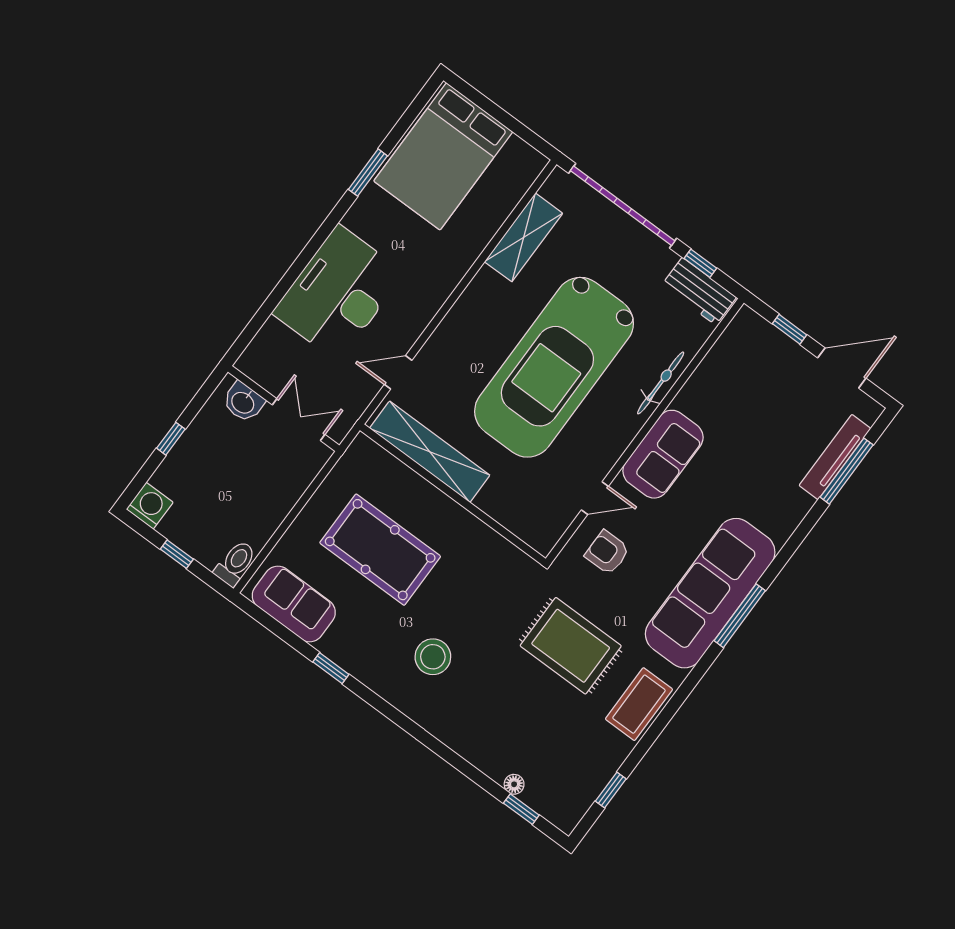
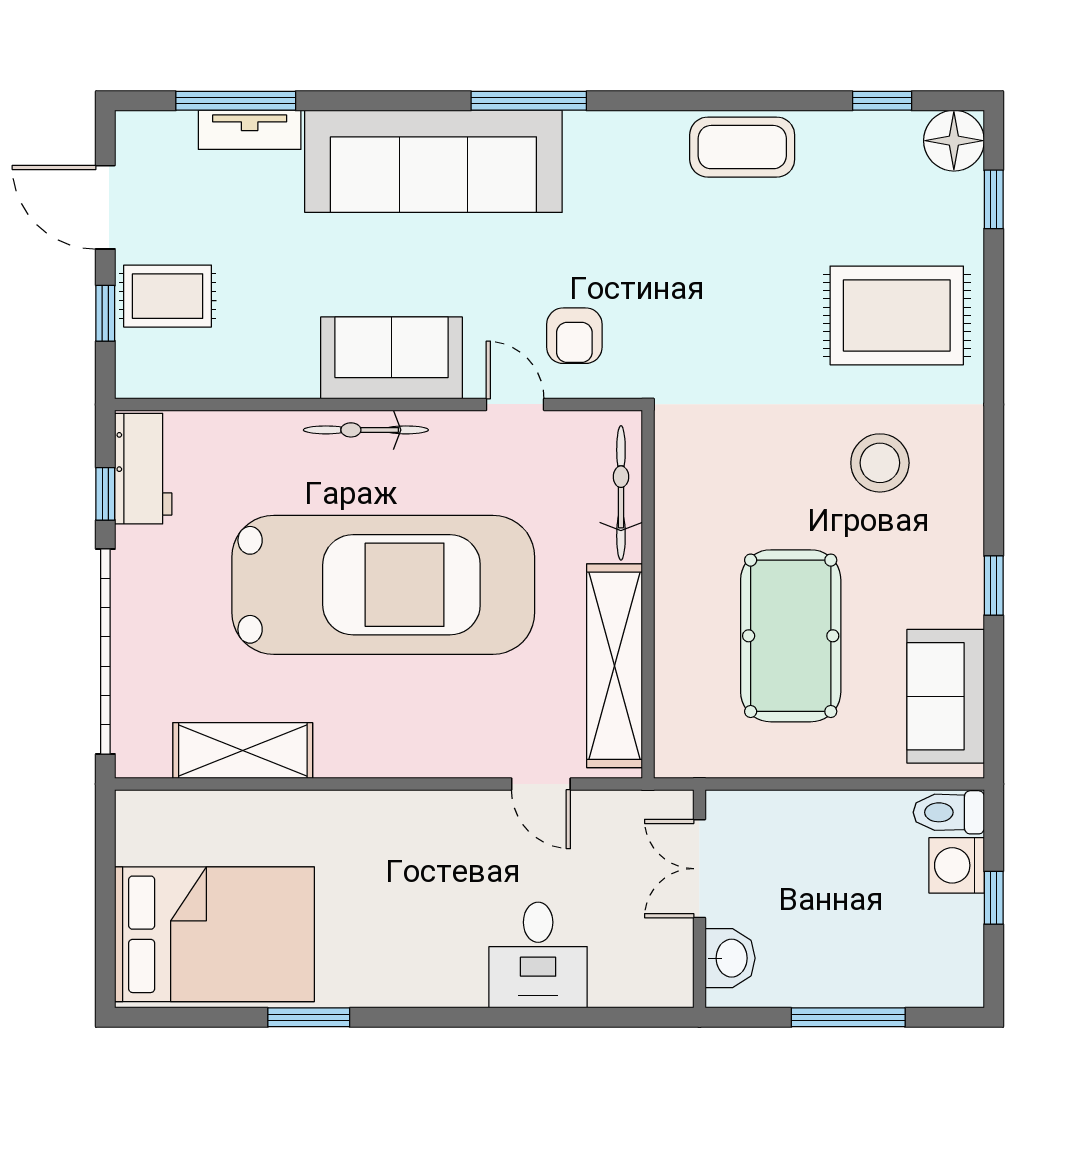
desk: (338, 293) -> (538, 955), width x0.53, depth x0.77
rug: (775, 366) -> (168, 296), added
bicycle: (661, 383) -> (366, 430), moved
window: (171, 439) -> (848, 1017), width x2.17
tv unit: (835, 457) -> (250, 130), width x0.71
washing machine: (150, 506) -> (957, 865), moved
bicycle: (513, 518) -> (621, 493), added
sofa: (710, 593) -> (433, 161), moved
rug: (571, 646) -> (897, 315), moved, turned 90
floor lamp: (514, 784) -> (954, 141), moved, width x1.89, depth x1.89

